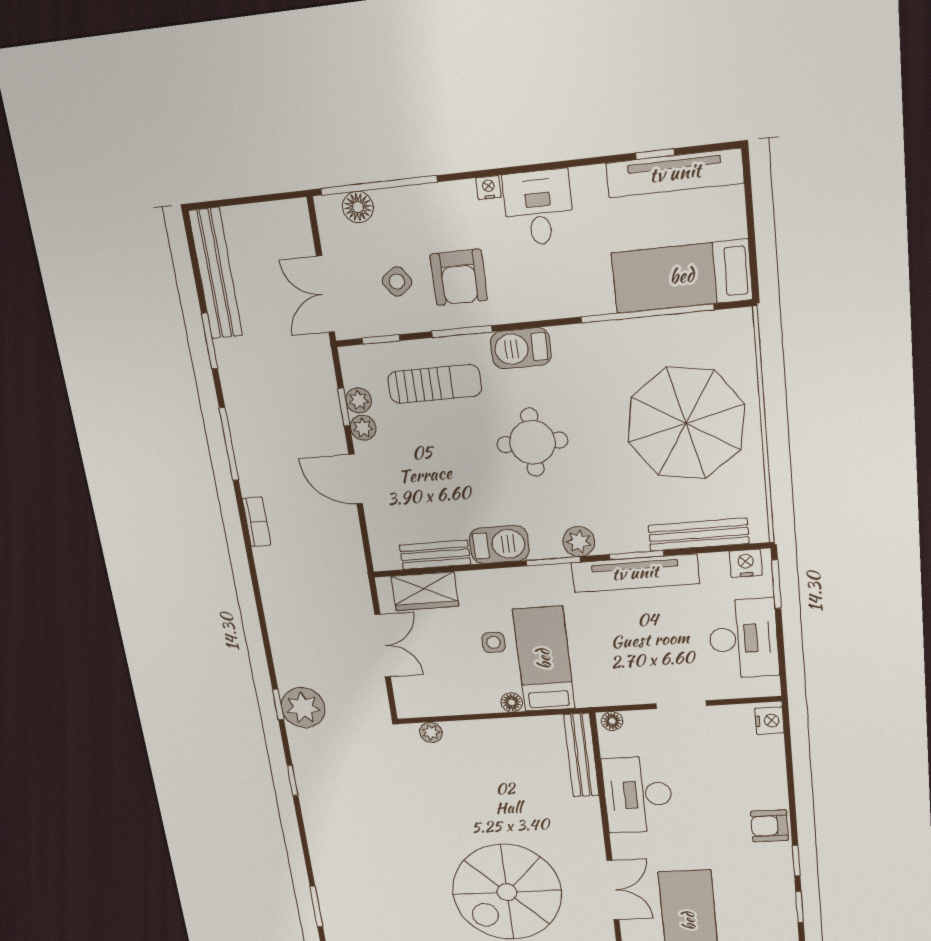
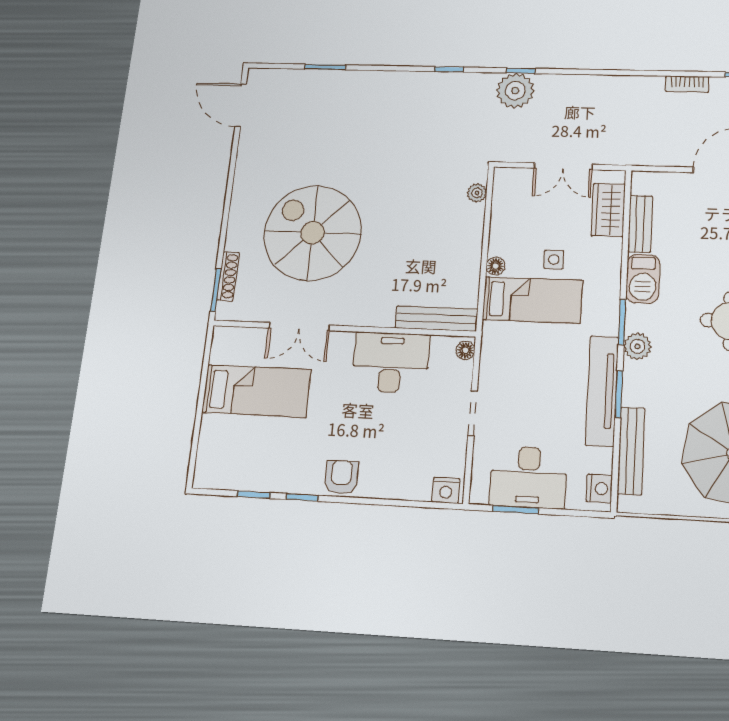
window: (776, 584) -> (516, 510), moved

